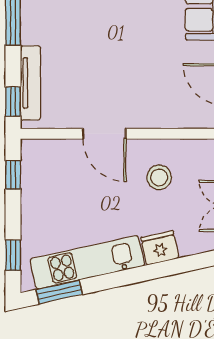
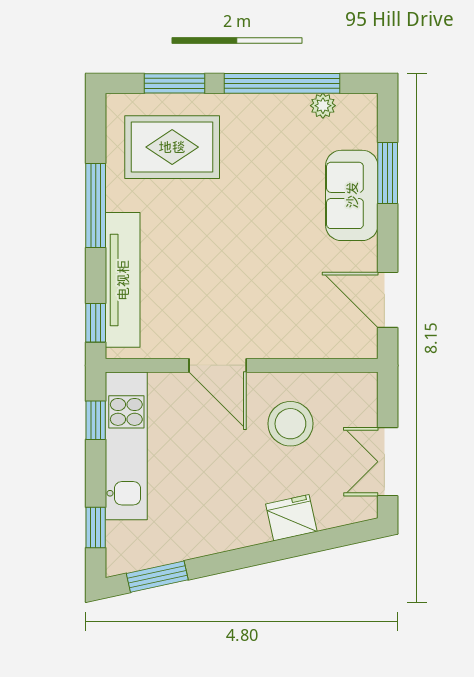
tv unit: (30, 83) -> (123, 280), width x1.36, depth x1.29
stool: (159, 177) -> (290, 424), width x1.38, depth x1.38
kitchen unit: (87, 262) -> (126, 446), moved, turned 102

